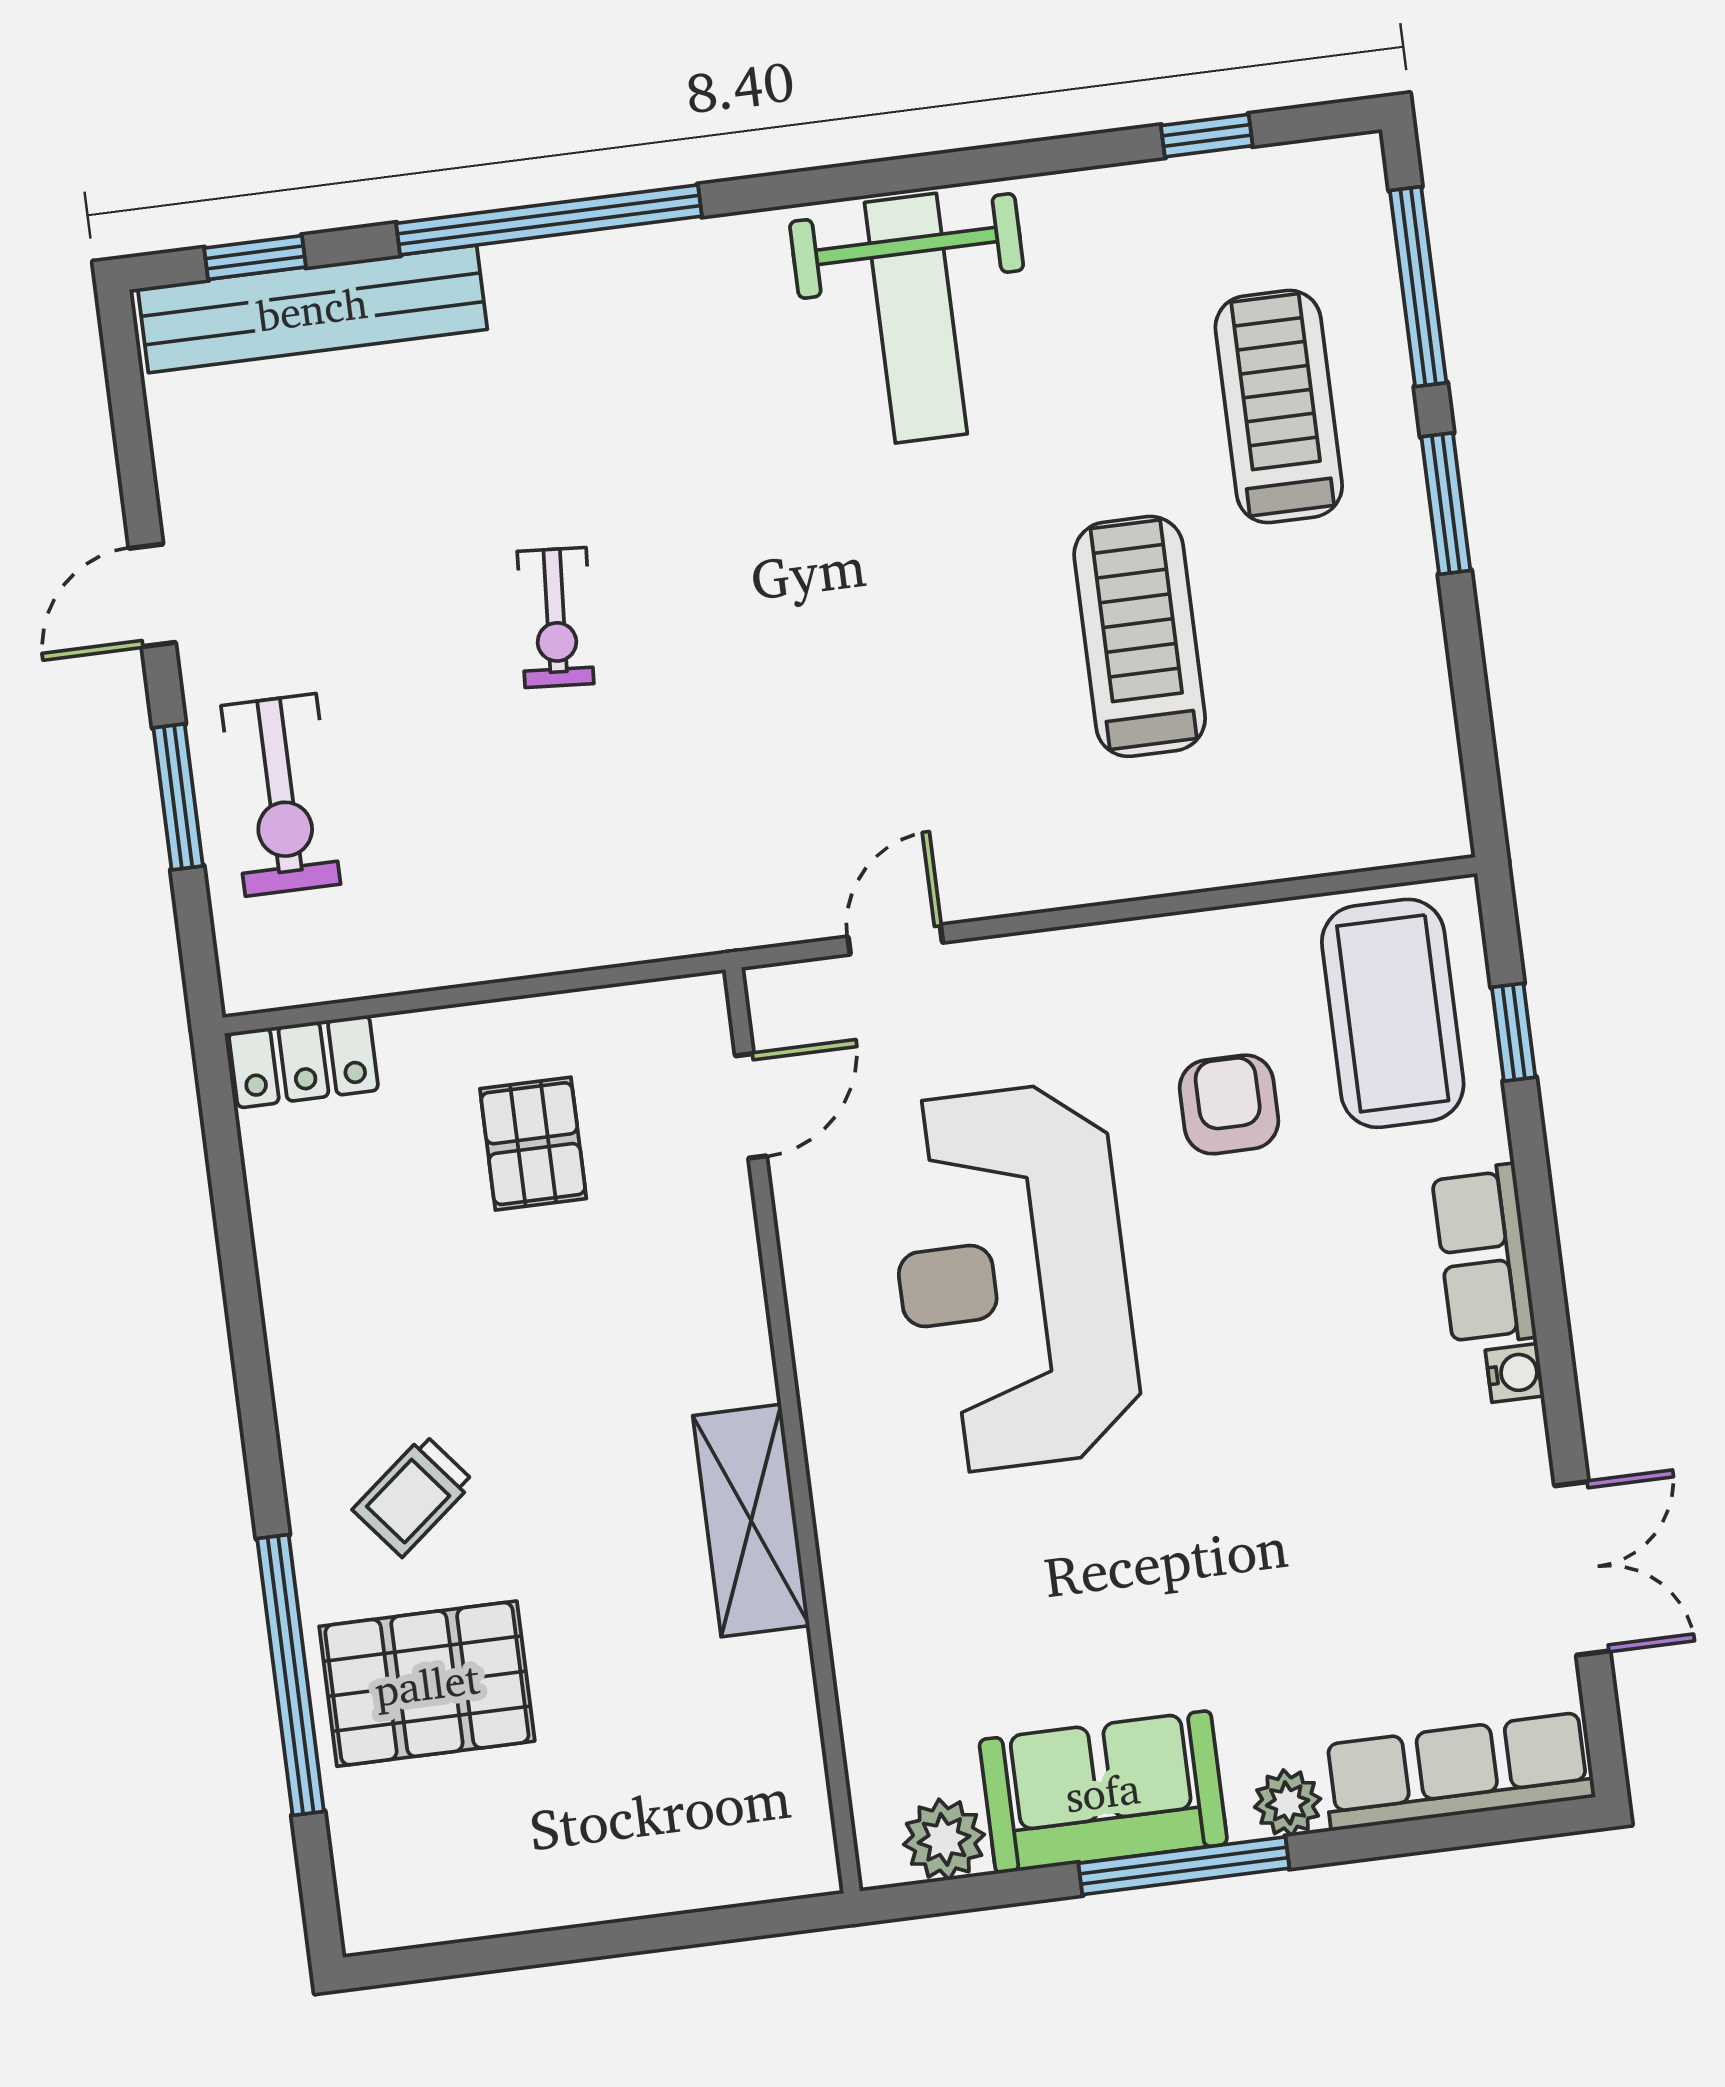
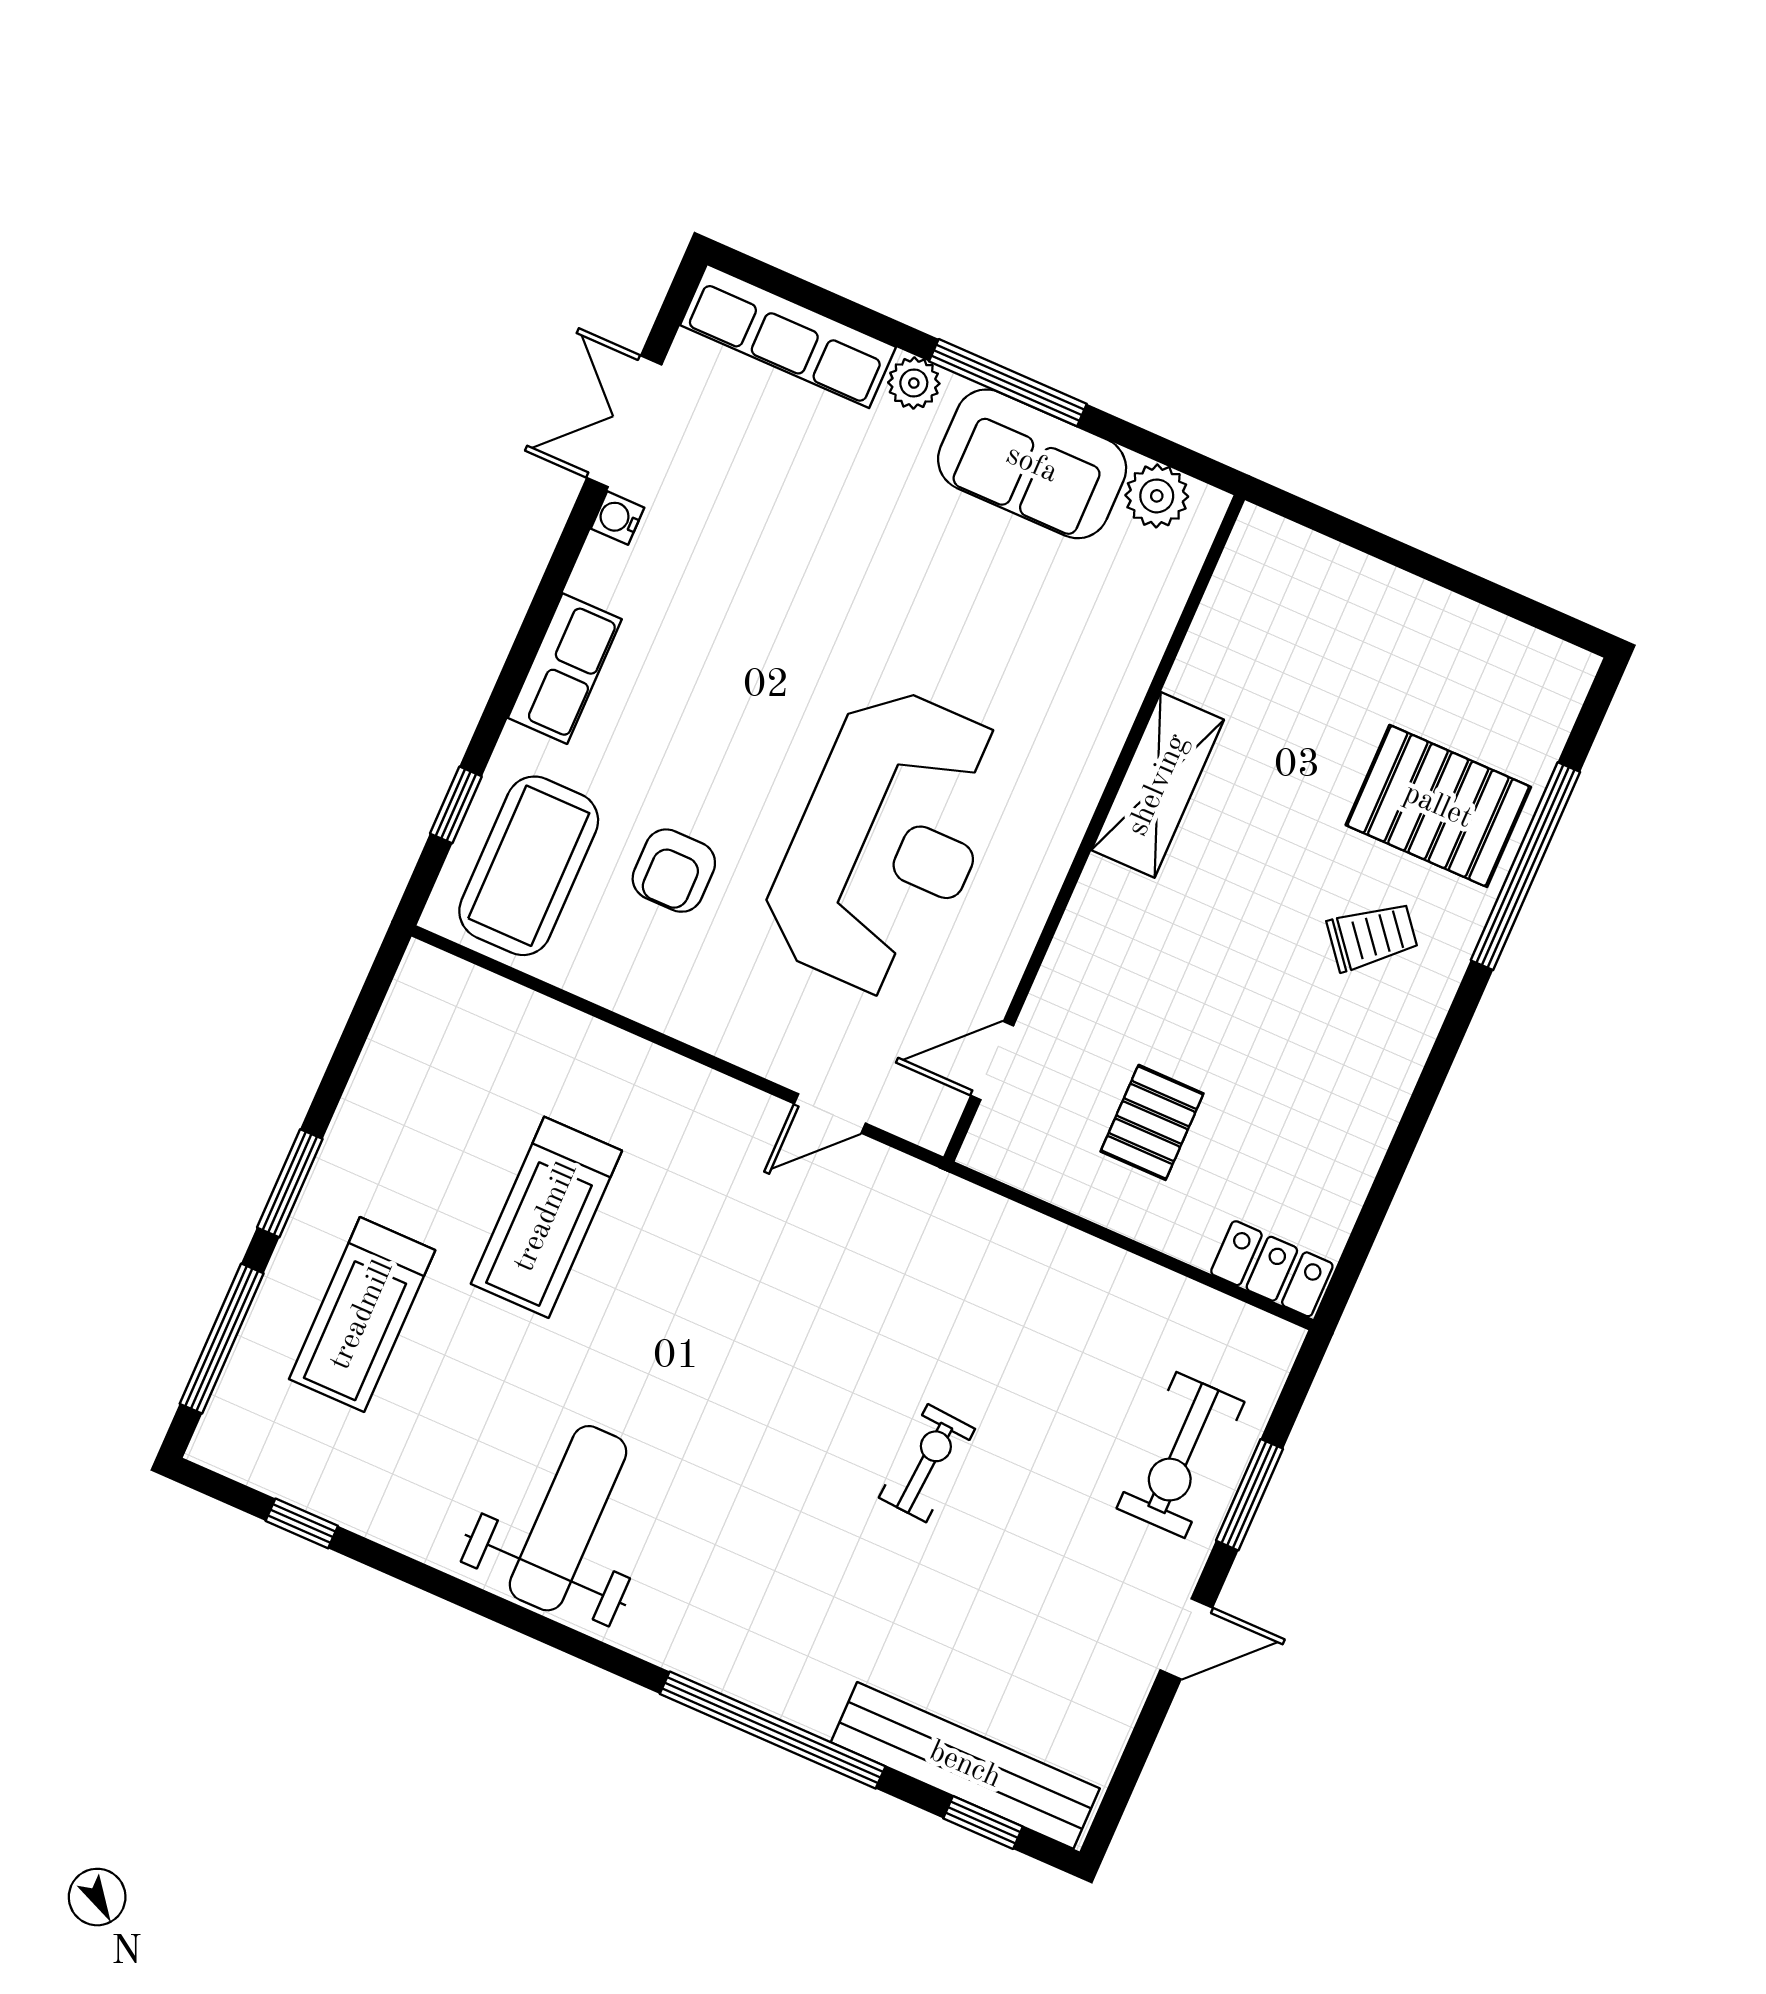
exercise bike: (281, 795) -> (1180, 1455), turned 180
water cooler: (1515, 1373) -> (618, 518), moved

